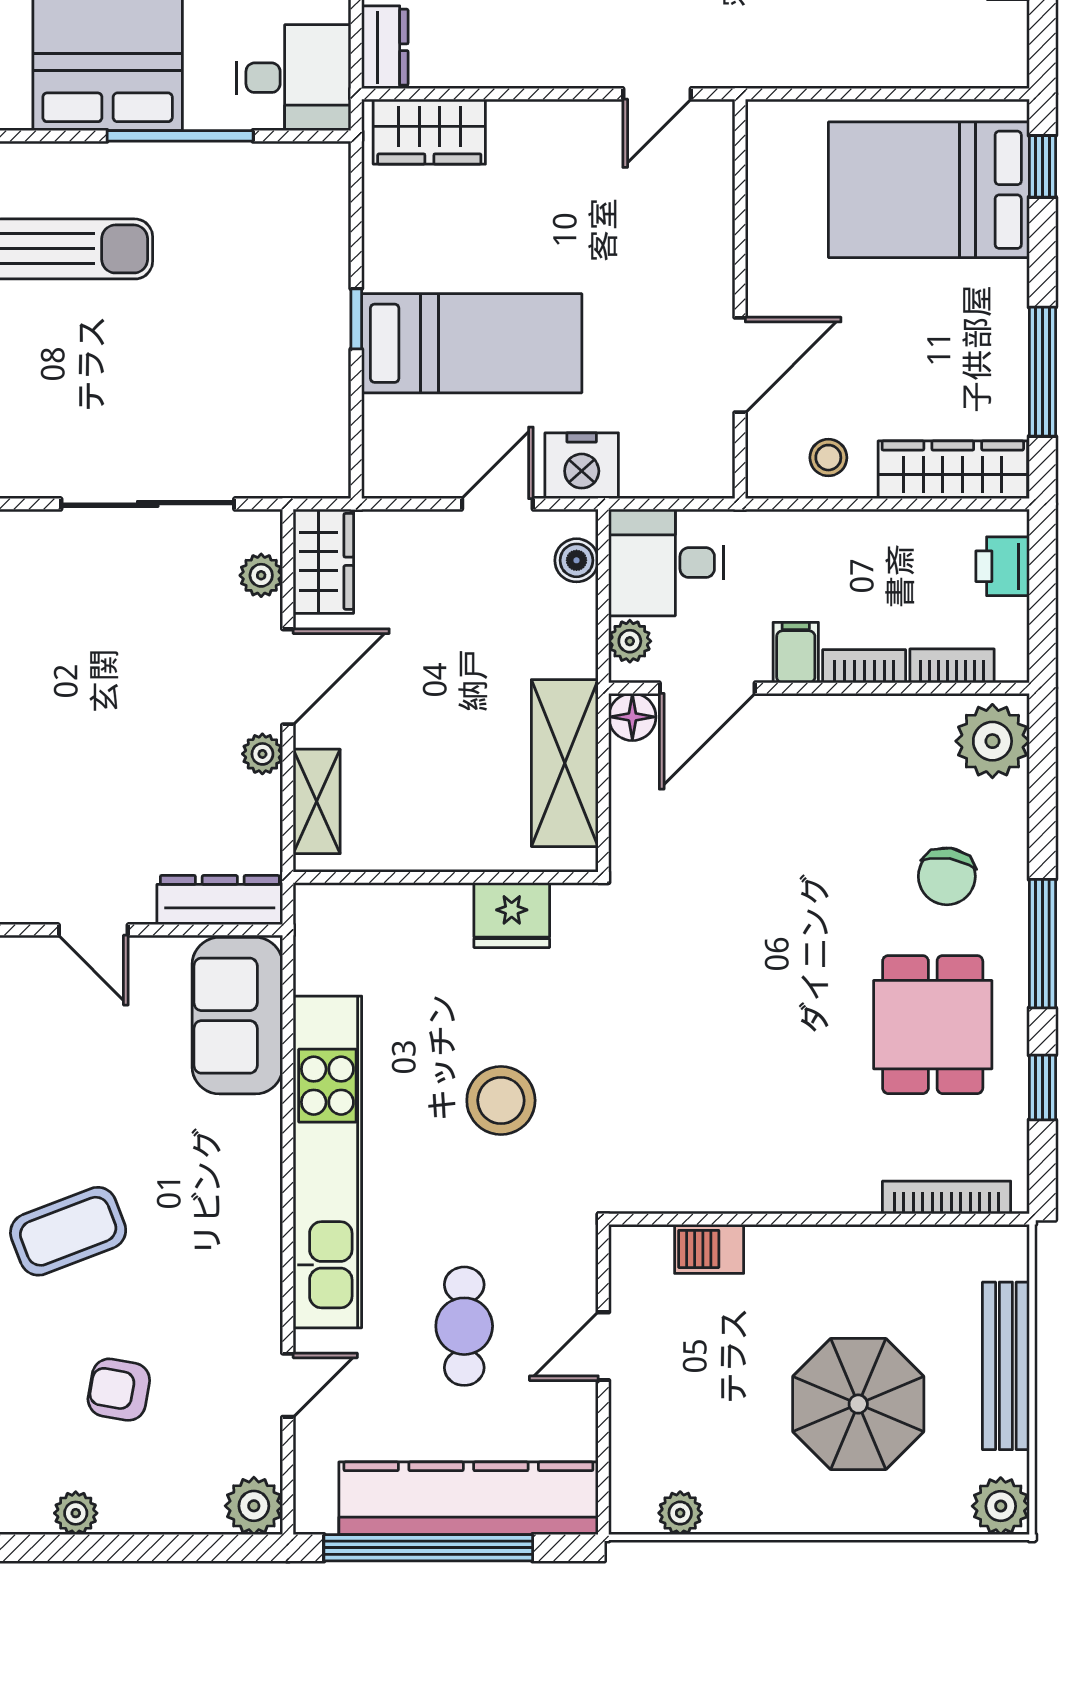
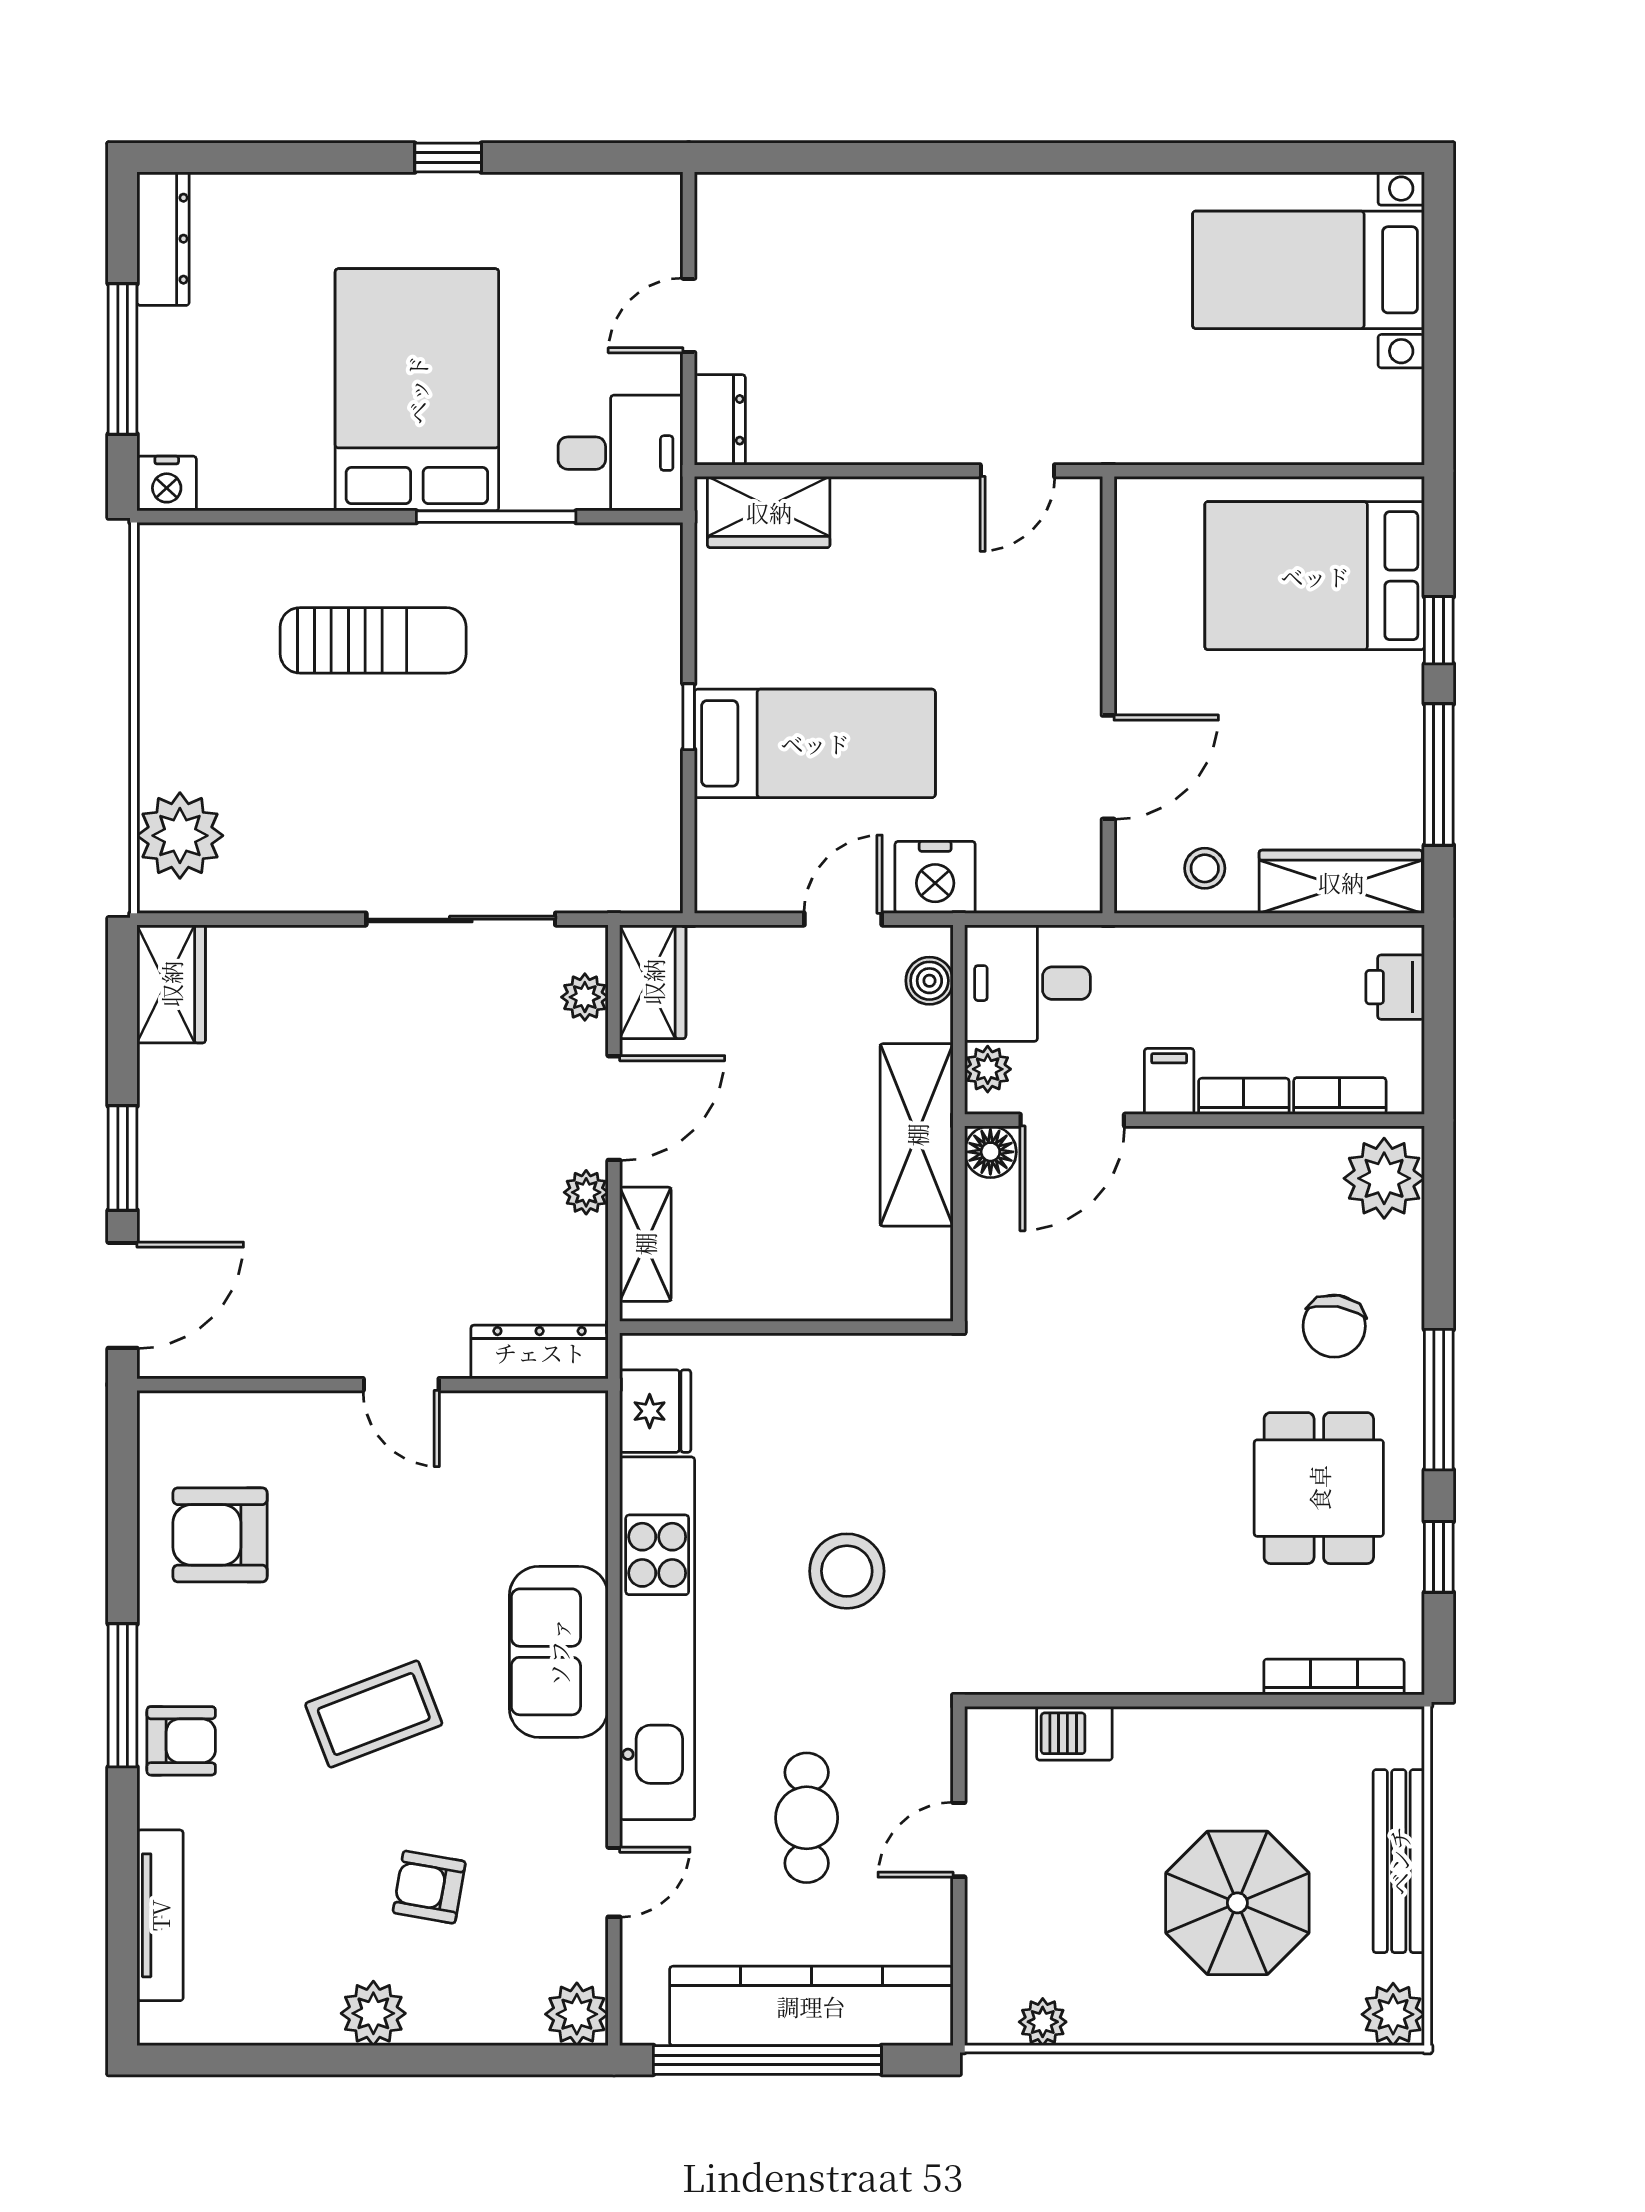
window: (1042, 166) -> (1439, 630), moved
shelving: (565, 763) -> (917, 1135), moved
fridge: (512, 915) -> (655, 1411), moved, turned -90
sofa: (237, 1016) -> (559, 1652), moved
plant: (76, 1513) -> (373, 2013), width x1.38, depth x1.38

